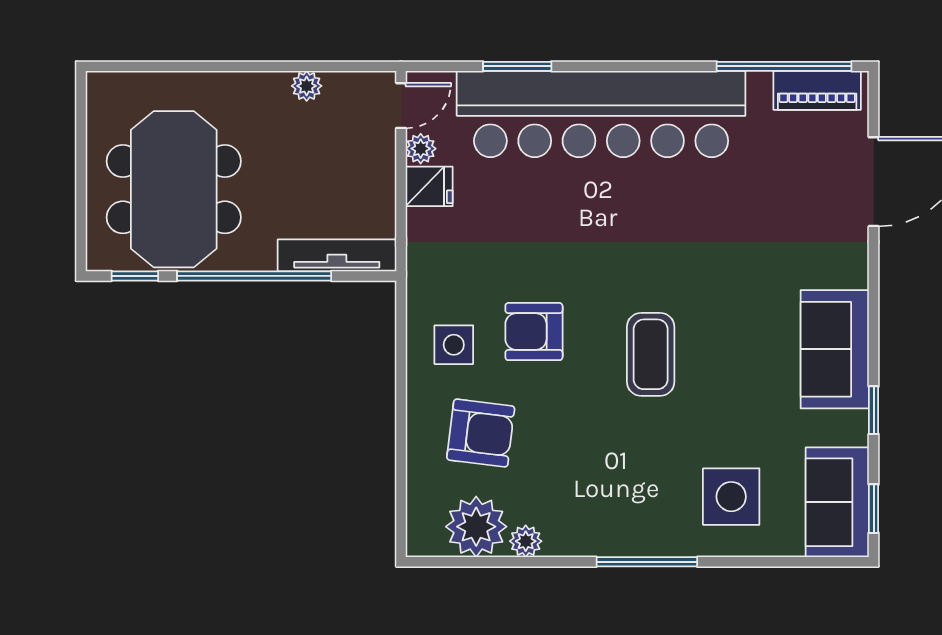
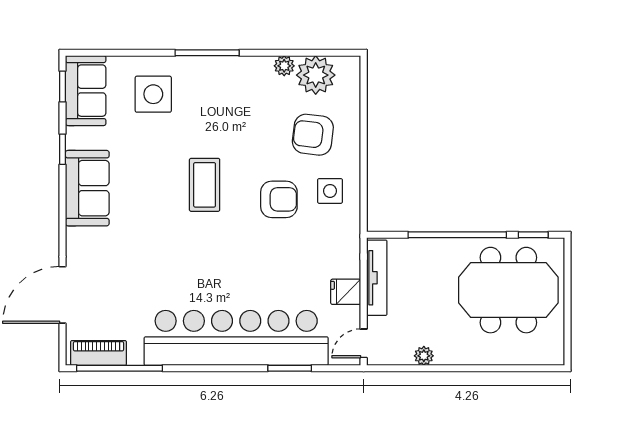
plant: (421, 149) -> (351, 316), removed
meeting table: (174, 189) -> (508, 290), turned 90
tv unit: (337, 255) -> (377, 278), moved, turned -90

